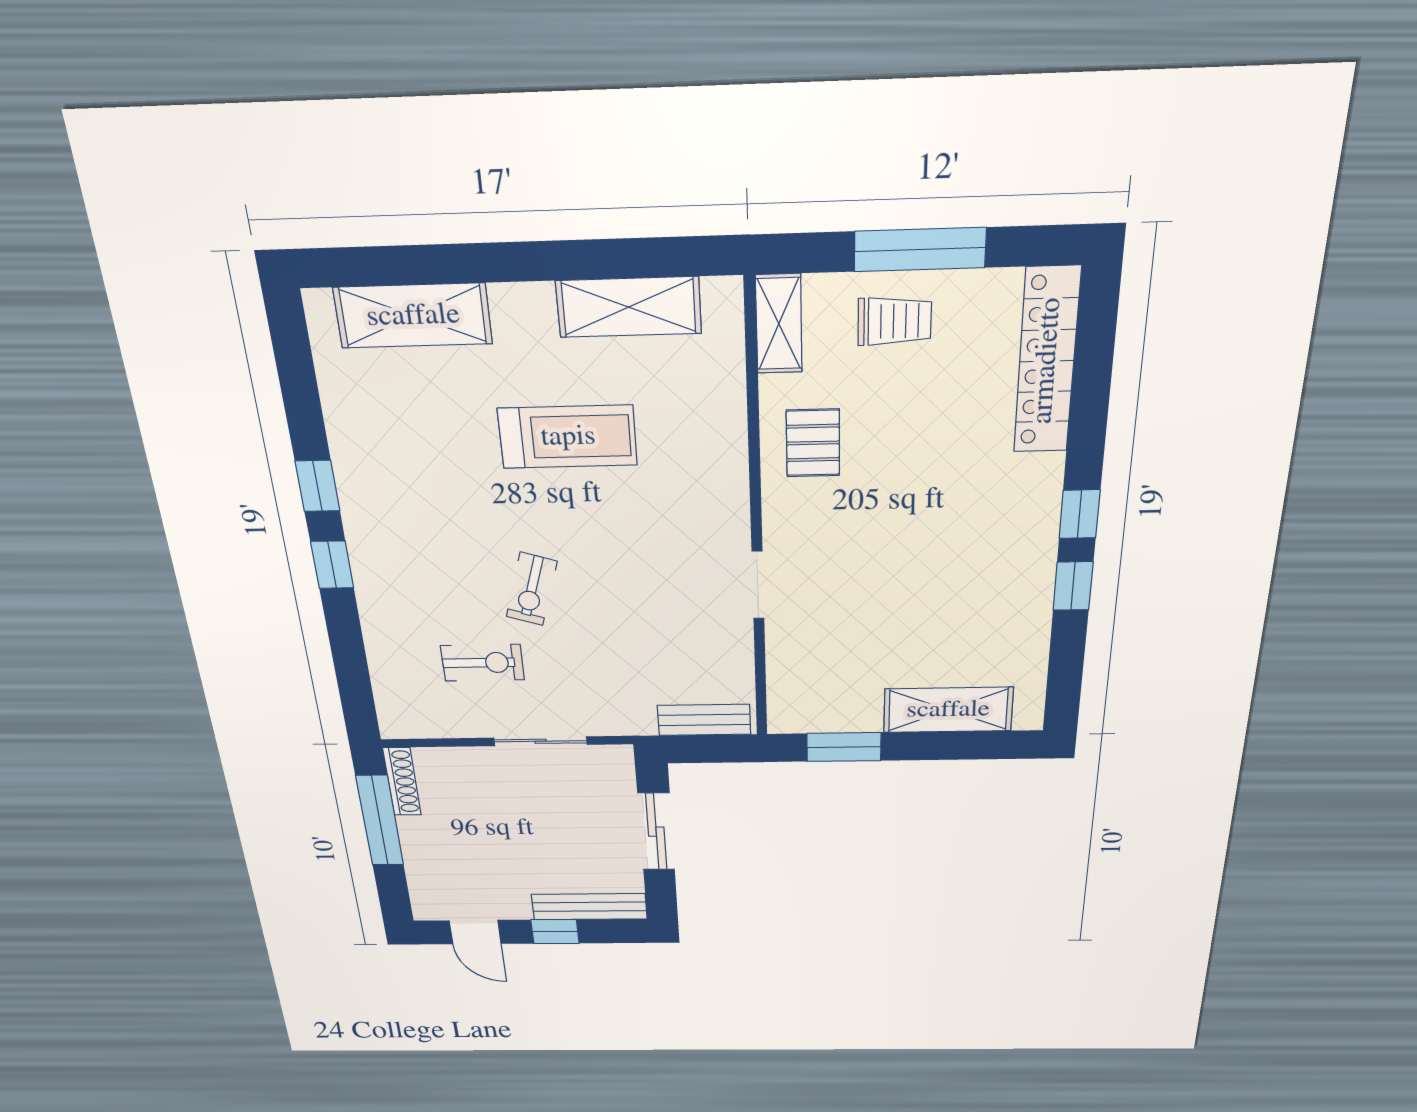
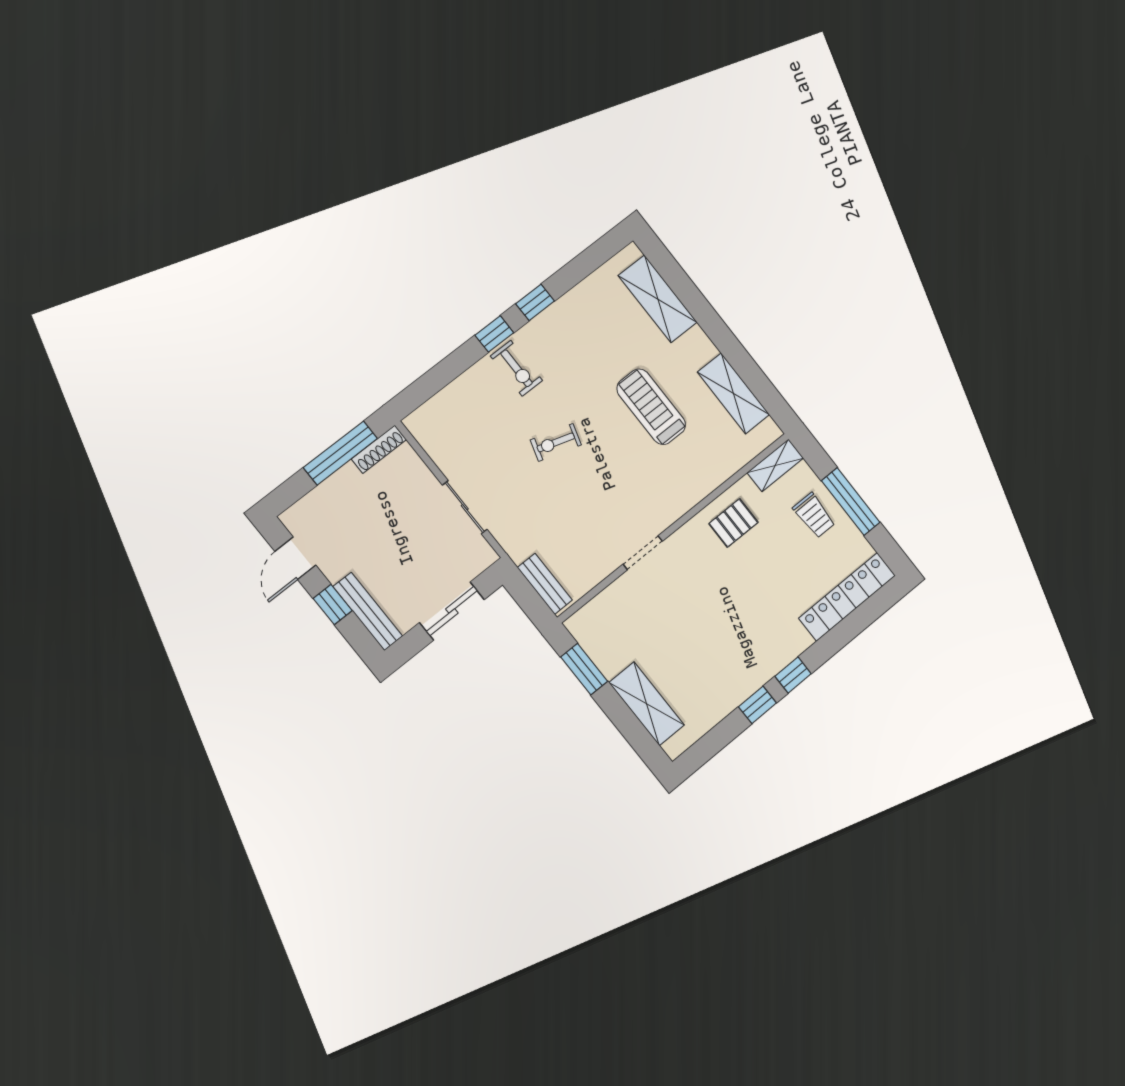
treadmill: (568, 437) -> (651, 407), turned 180
exercise bike: (483, 663) -> (517, 368), moved

